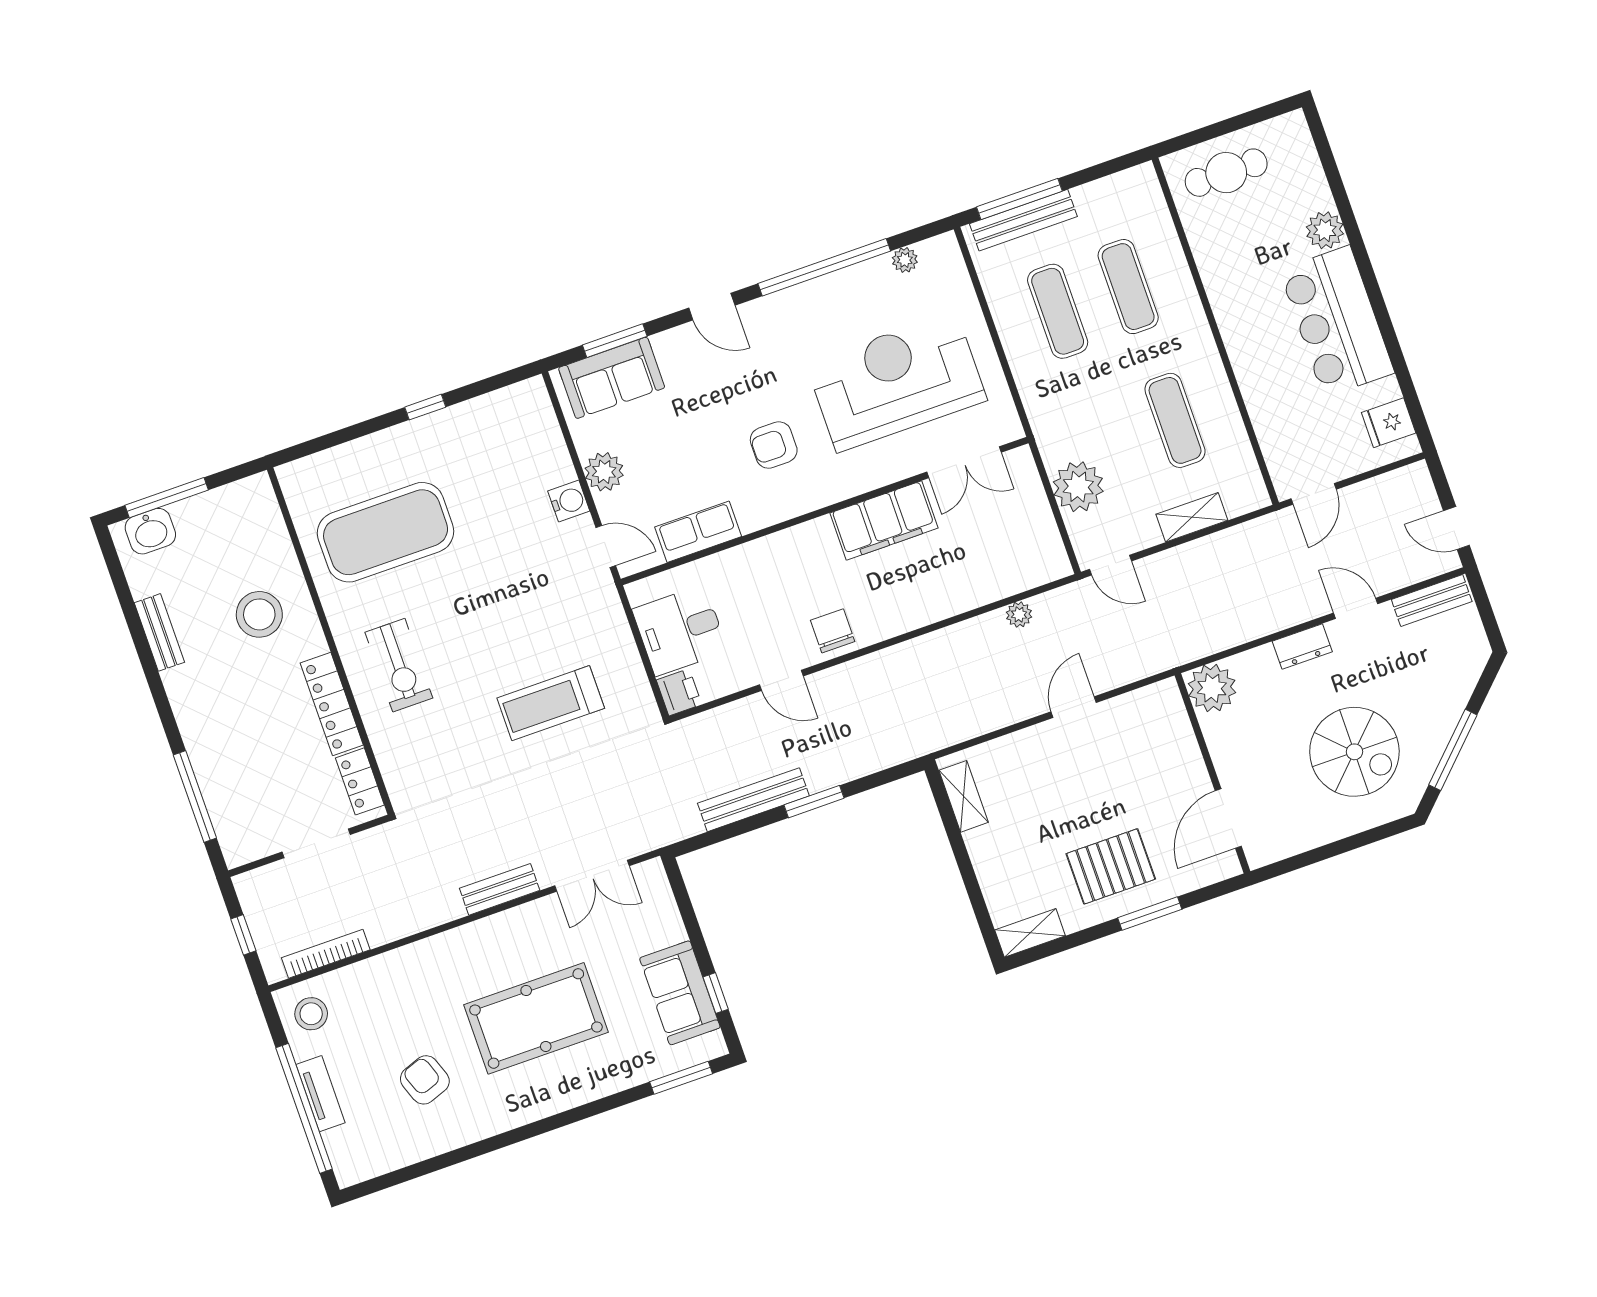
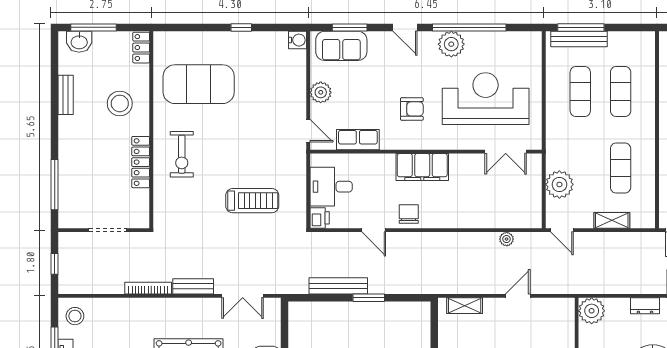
plant: (905, 260) -> (451, 44), moved, width x1.87, depth x1.87
armchair: (774, 445) -> (412, 109), turned 180
water cooler: (569, 501) -> (298, 40), moved
filing cabinet: (884, 521) -> (422, 167), moved
treadmill: (551, 703) -> (252, 201), turned 180
locker: (360, 781) -> (141, 48), moved
shelving: (964, 796) -> (465, 306), moved, turned 90
bookcase: (326, 954) -> (148, 288), moved

